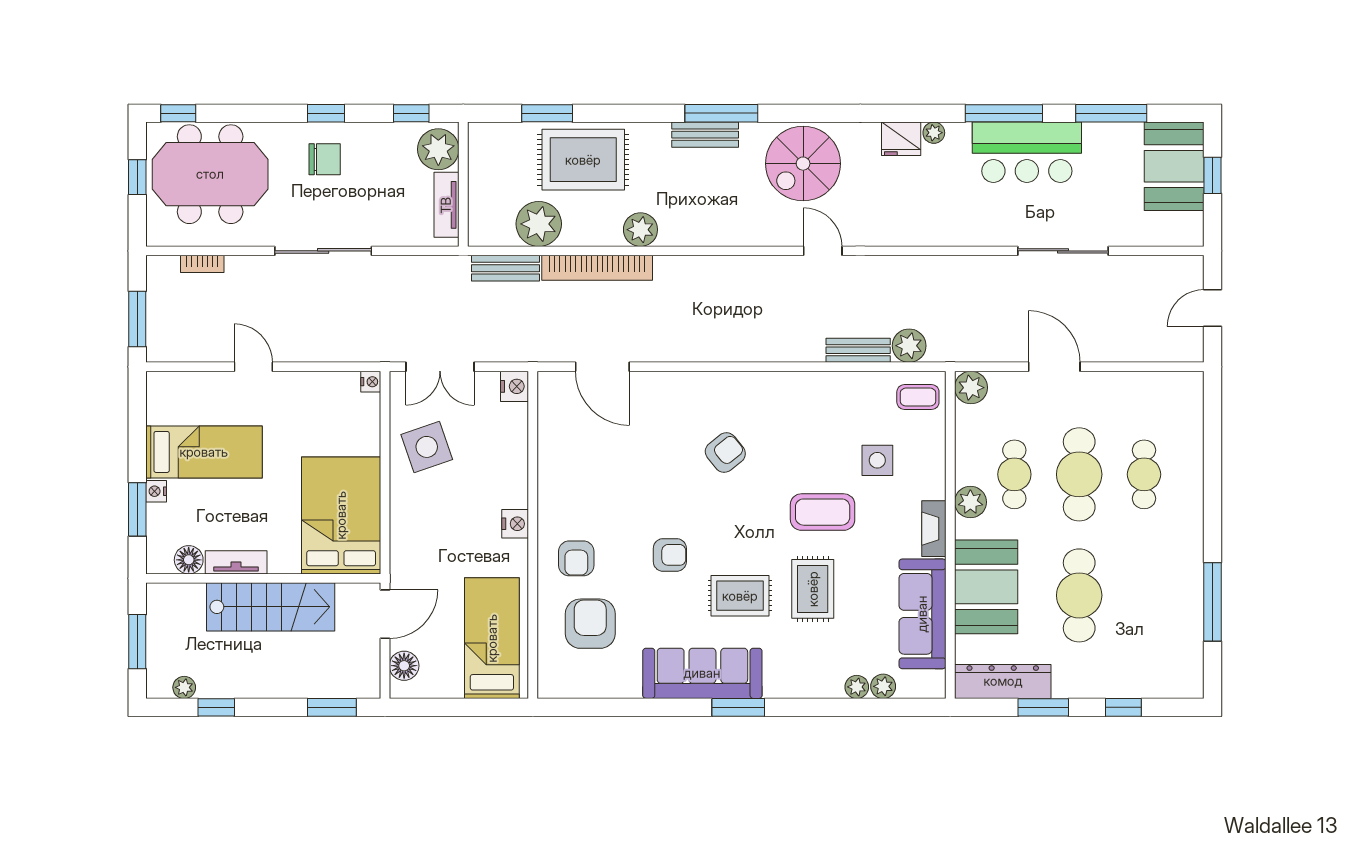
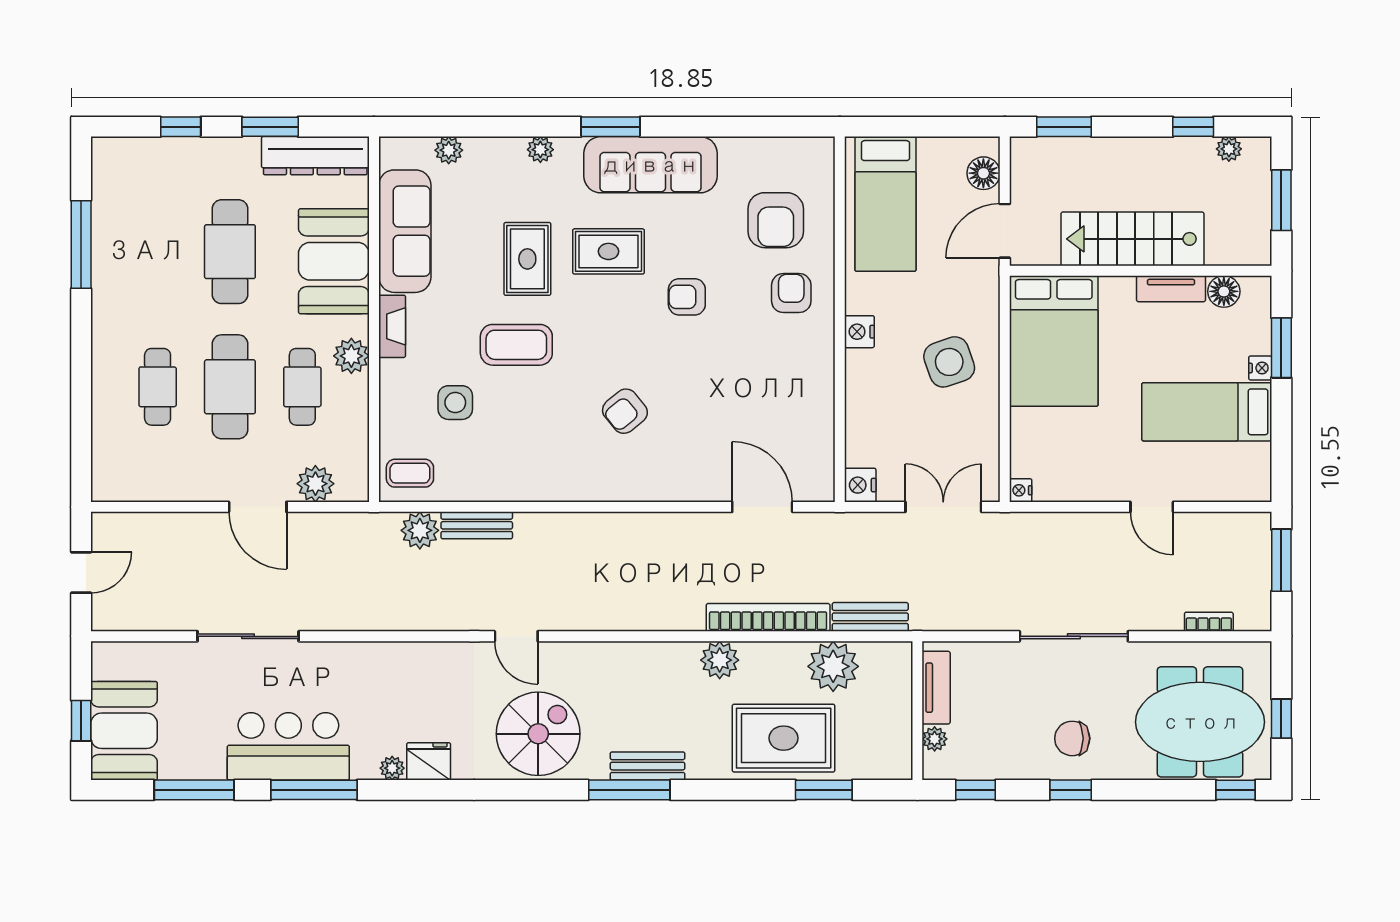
plant: (438, 149) -> (935, 739), width x0.53, depth x0.53
plant: (971, 388) -> (315, 484), moved
side table: (427, 447) -> (949, 362), moved
plant: (857, 687) -> (540, 150), moved

